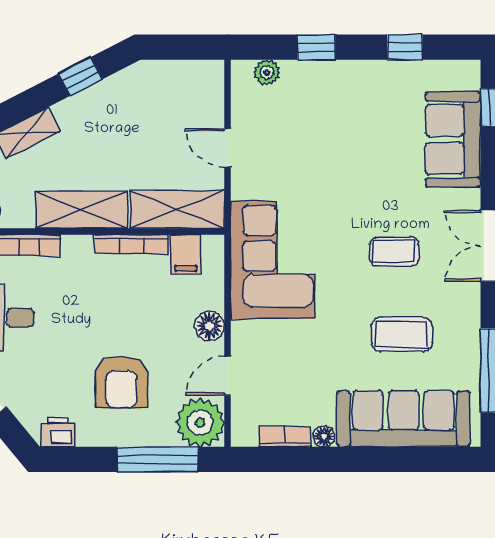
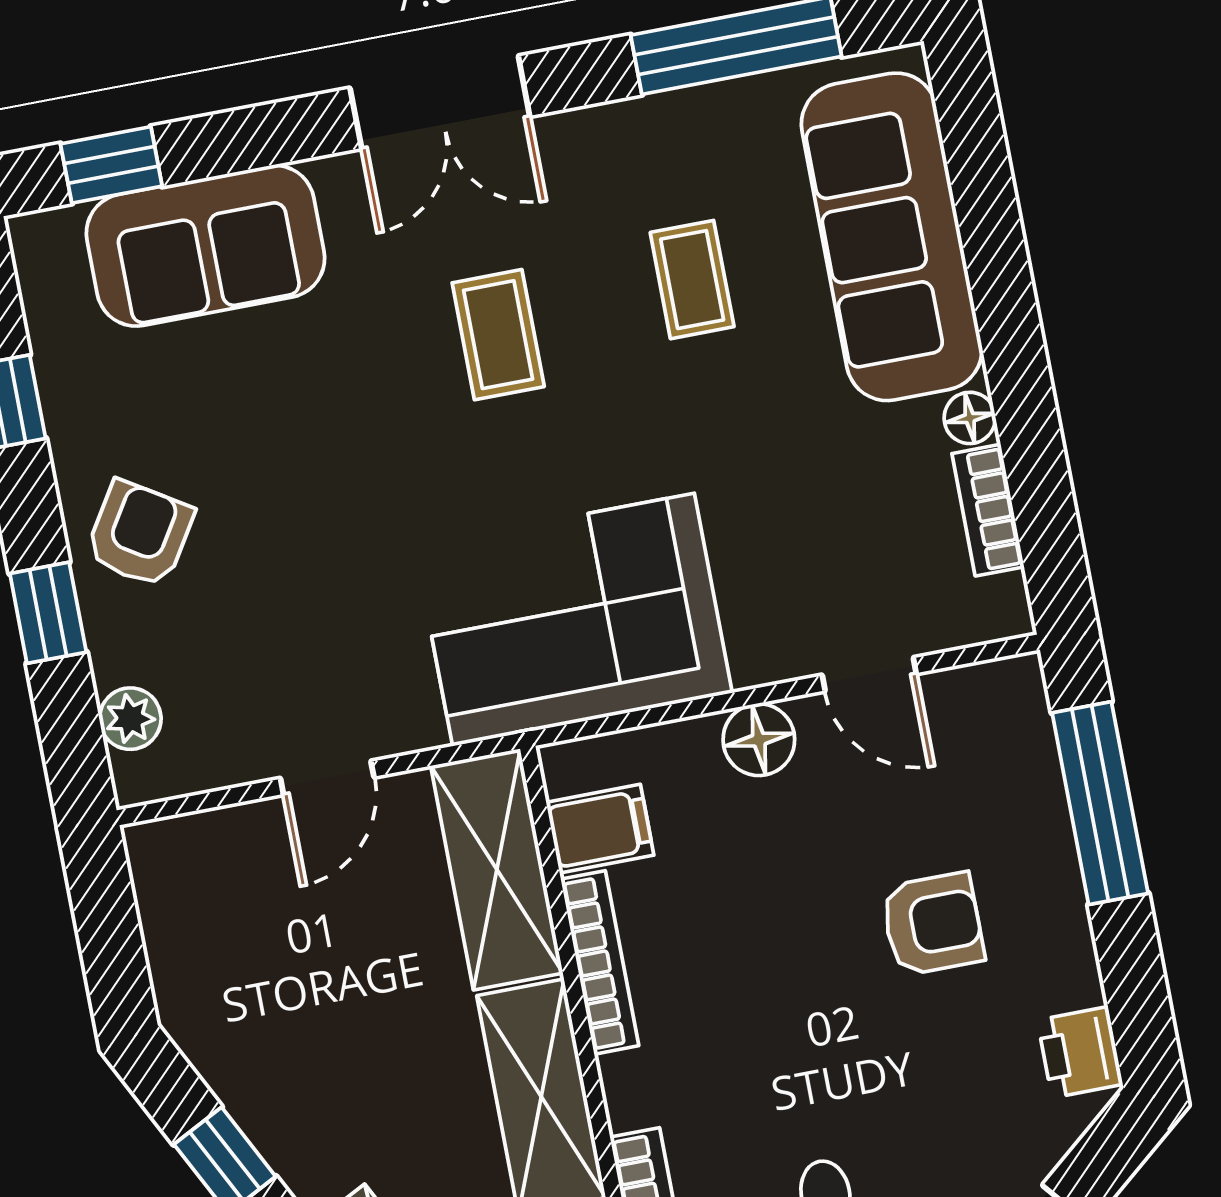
armchair: (341, 90) -> (140, 534), added
coffee table: (402, 334) -> (692, 280), width x0.73, depth x0.77
armchair: (121, 382) -> (933, 924), width x0.72, depth x0.72
plant: (200, 423) -> (993, 719), removed

